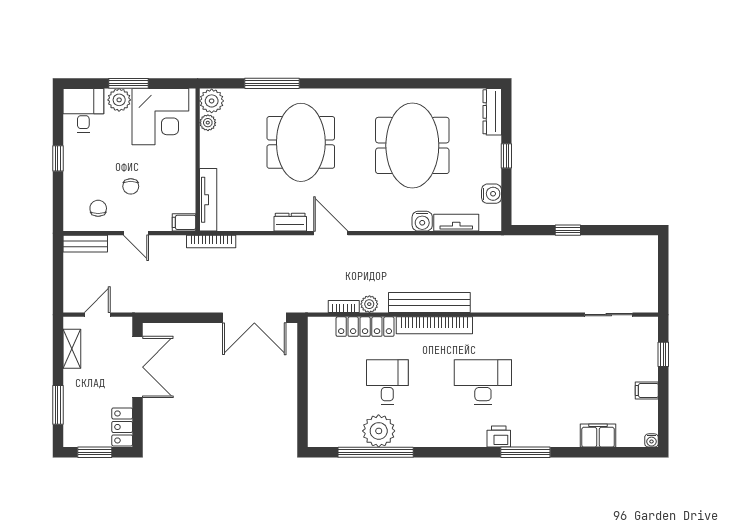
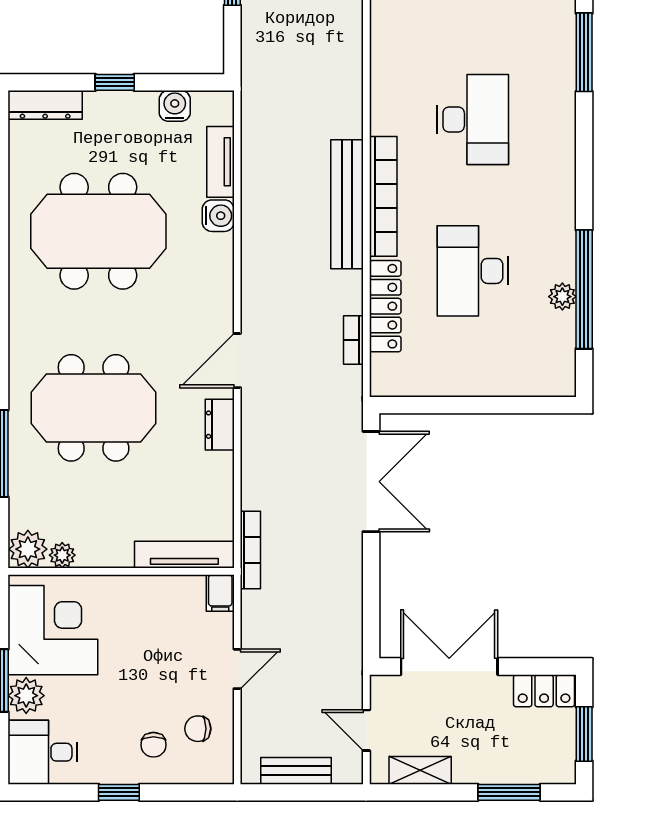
chair: (131, 186) -> (153, 745), moved, turned 90
bench: (85, 244) -> (296, 771), moved, turned 90
plant: (369, 304) -> (350, 299), removed
desk: (387, 382) -> (473, 271), width x1.37
desk: (483, 382) -> (473, 119), turned 180
plant: (379, 431) -> (562, 297), width x0.53, depth x0.53
printer: (499, 437) -> (559, 94), removed

